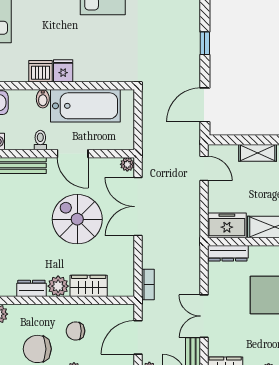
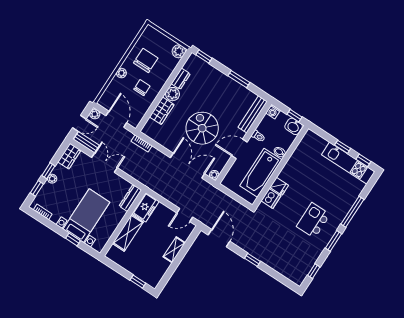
dishwasher: (41, 71) -> (271, 198), moved
fridge: (63, 71) -> (279, 186), moved
spiral stairs: (77, 219) -> (202, 128), turned -90

